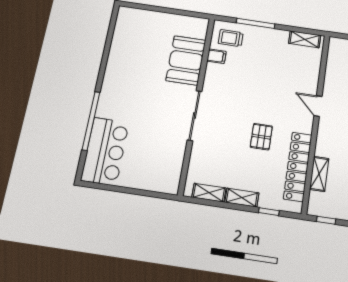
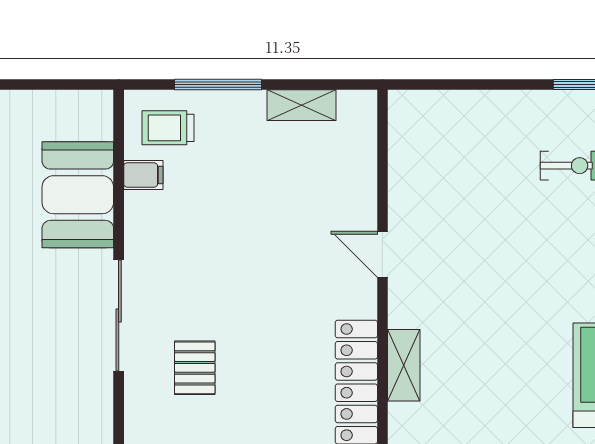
shelving: (305, 39) -> (301, 105), moved
pallet: (261, 137) -> (195, 368), moved
shelving: (319, 174) -> (404, 365), moved

